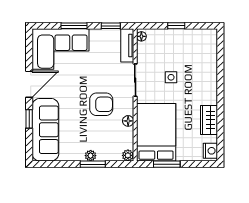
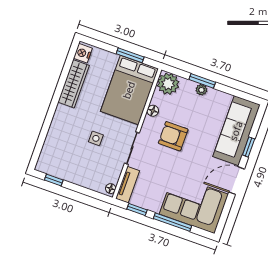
window: (74, 26) -> (173, 222), width x1.44
window: (176, 26) -> (54, 180), moved
wardrobe: (209, 120) -> (74, 84), width x1.50
plant: (128, 155) -> (168, 84), width x1.87, depth x1.87

